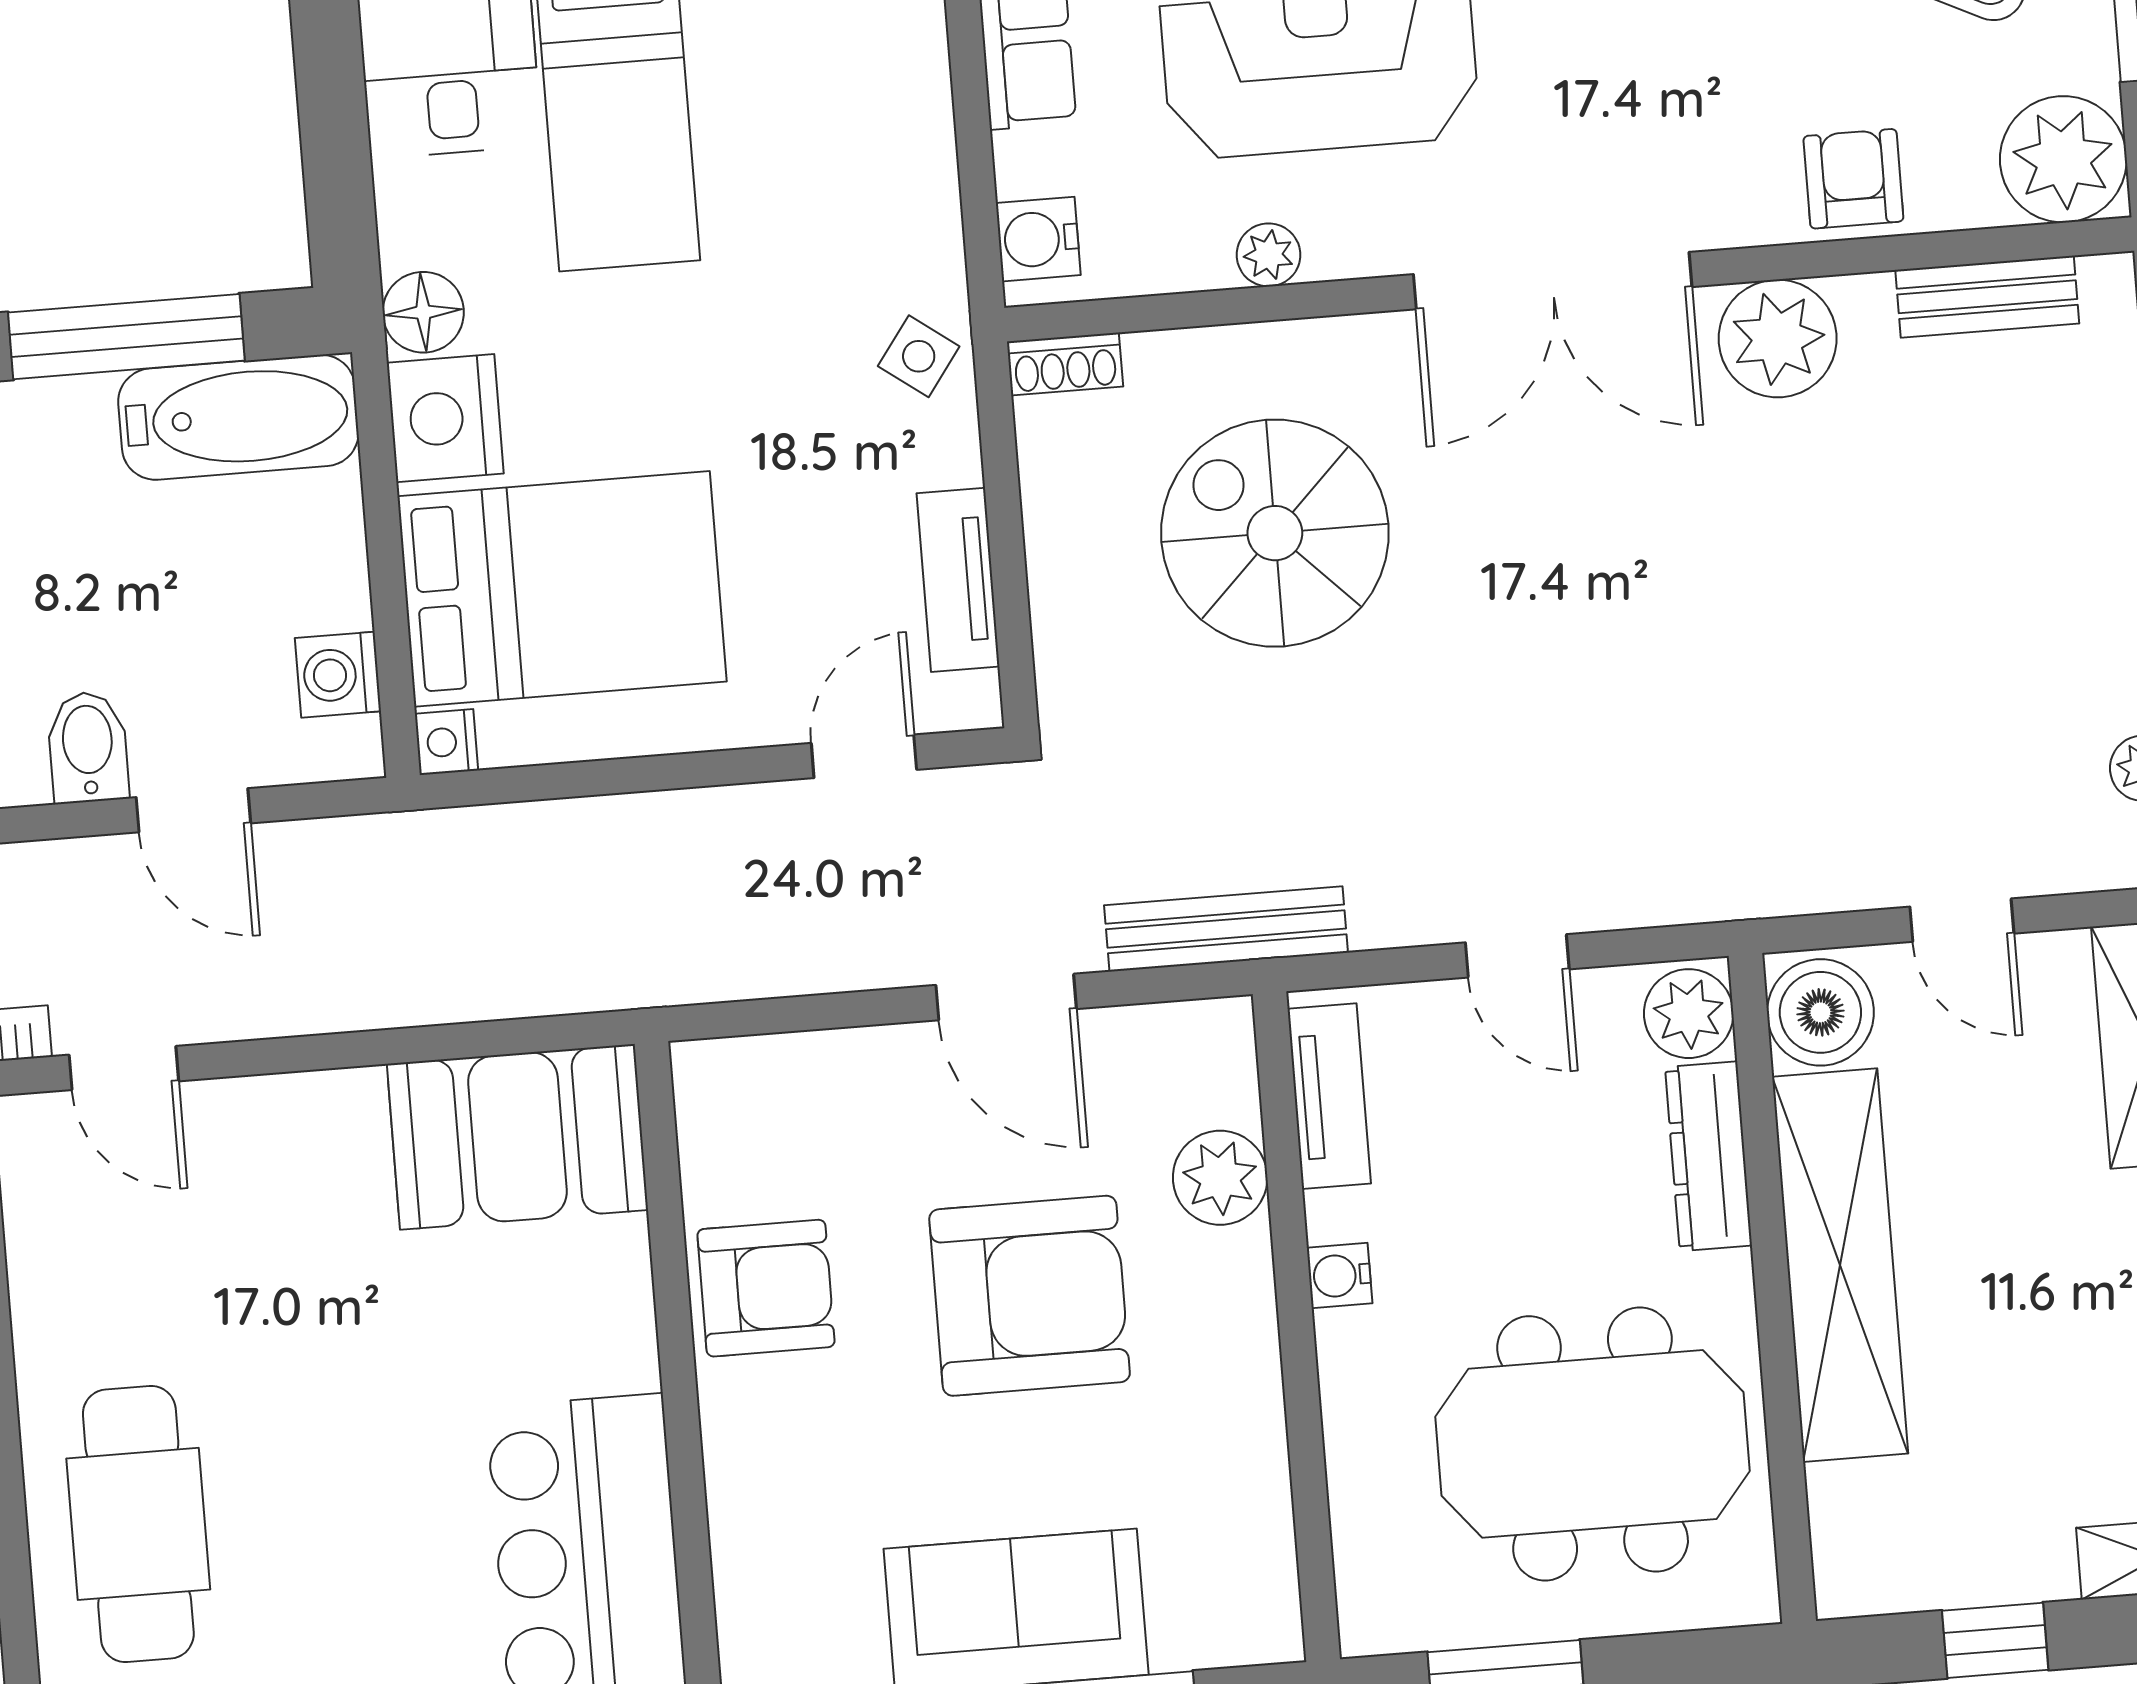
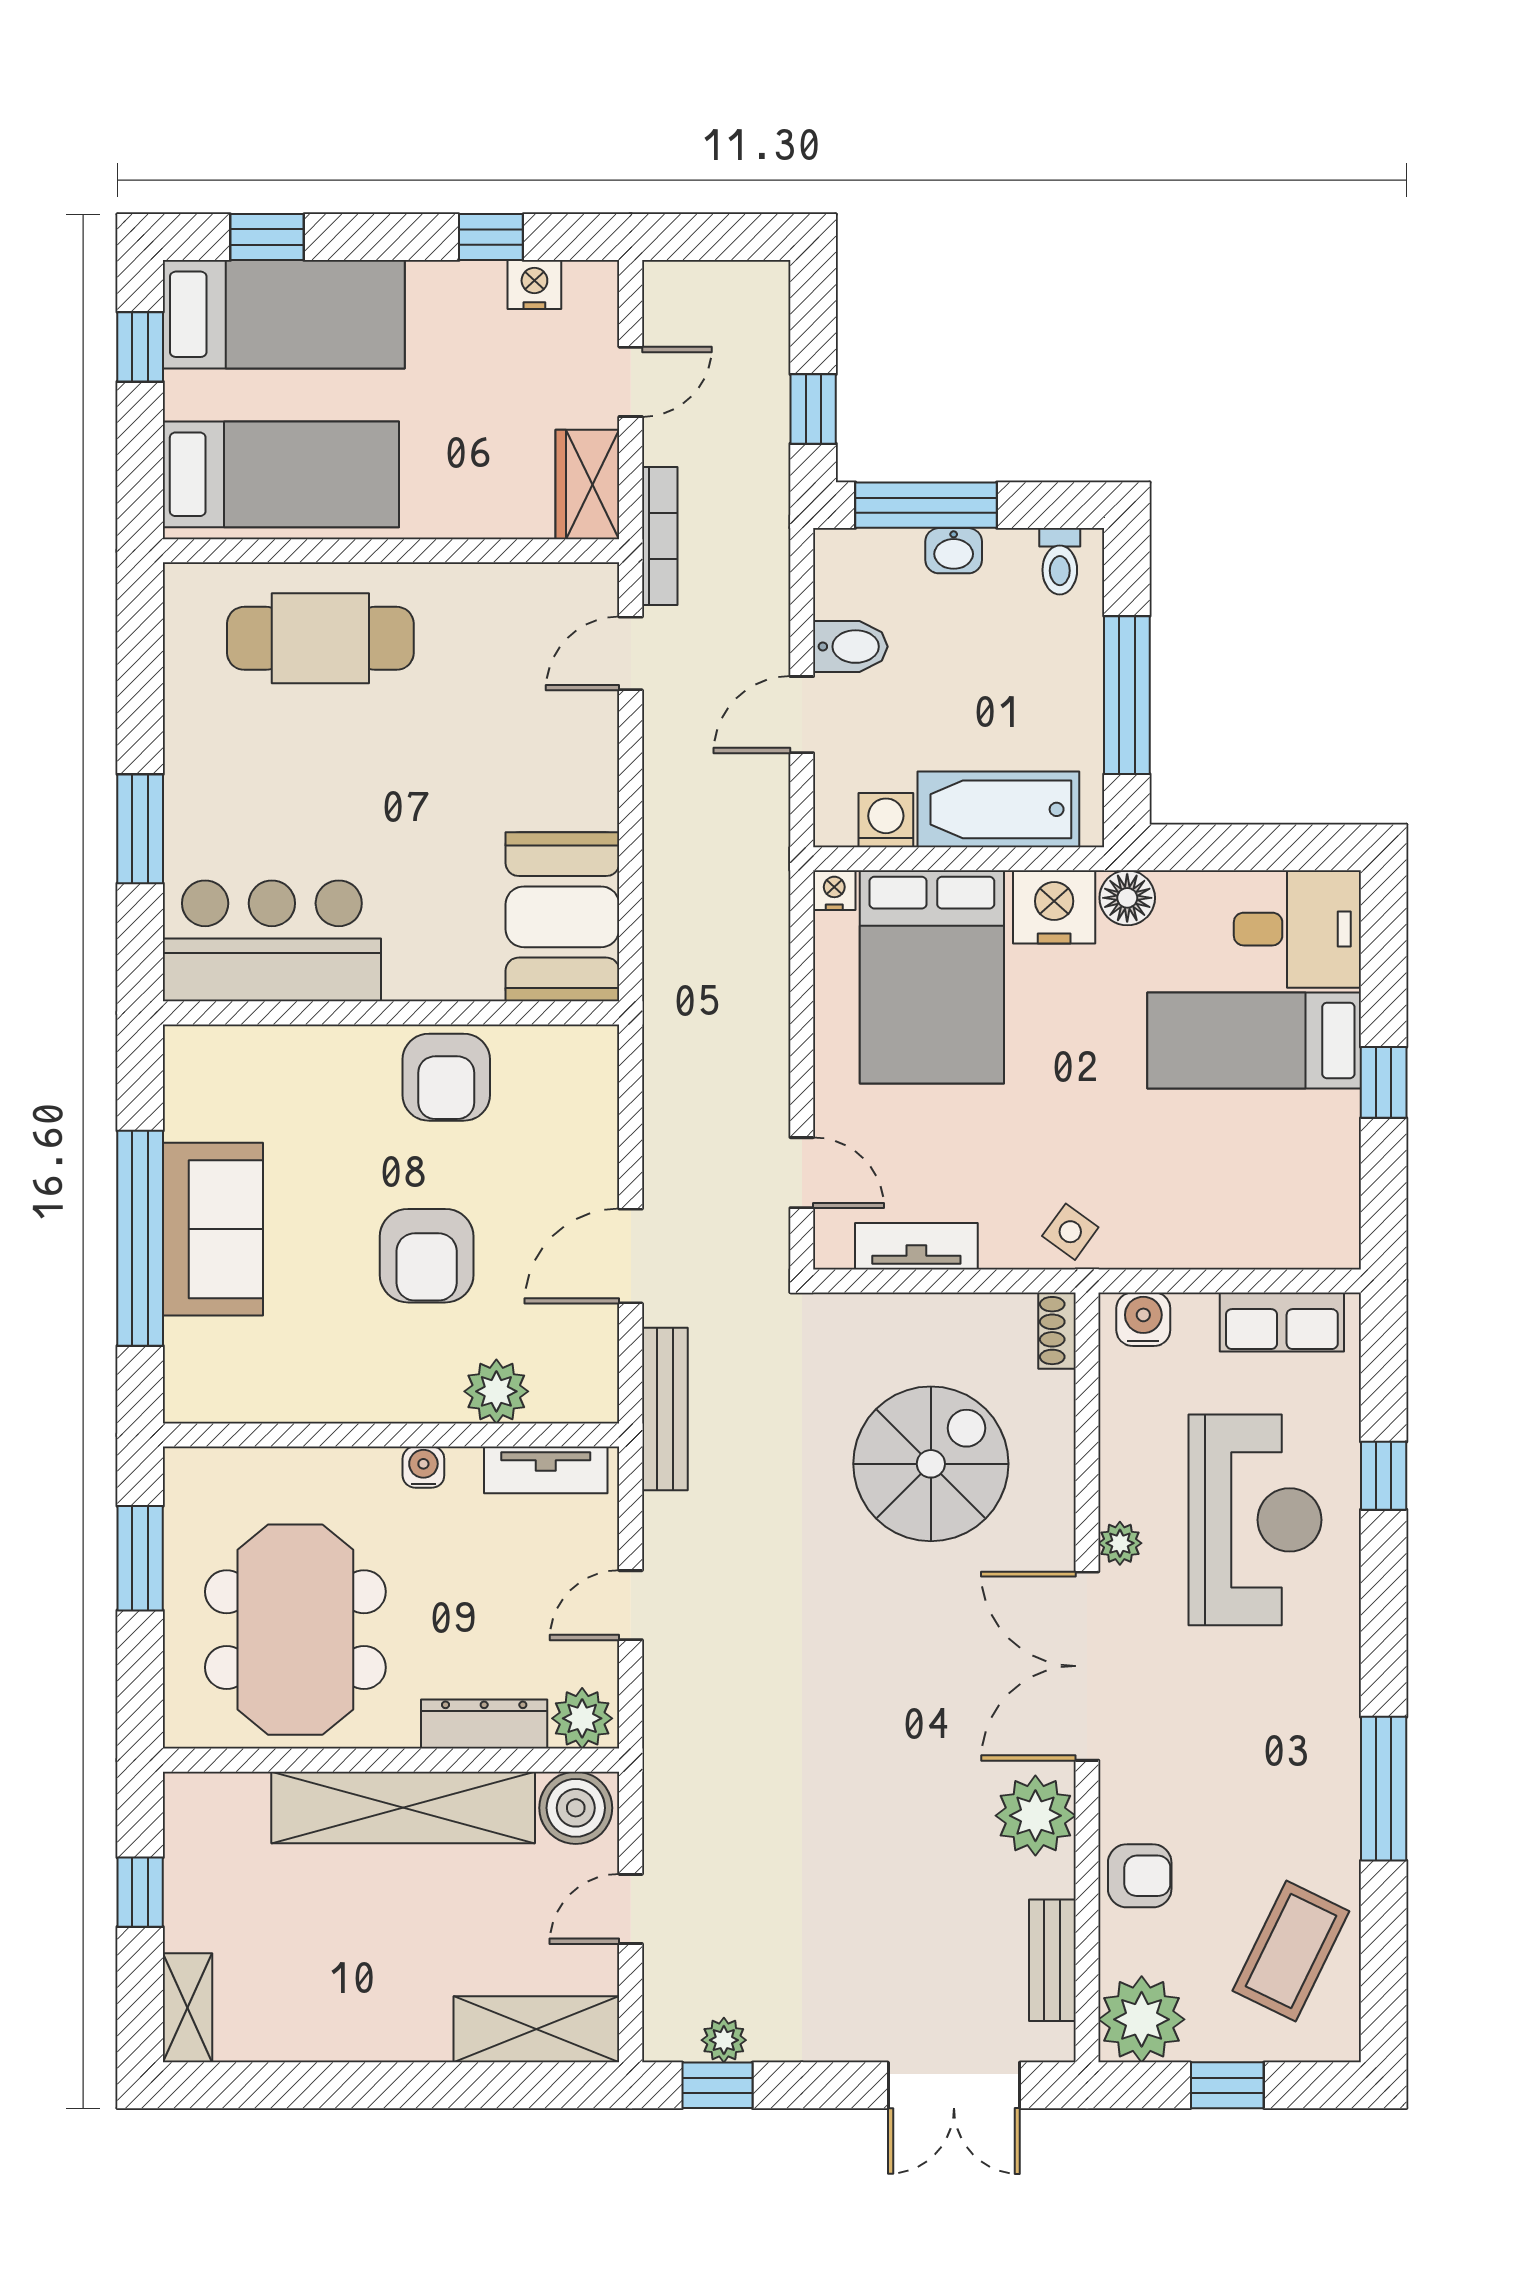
plant: (1269, 255) -> (1120, 1543), moved
bathtub: (238, 417) -> (998, 809), moved, turned 90
armchair: (1030, 1296) -> (427, 1256), width x0.73, depth x0.73

